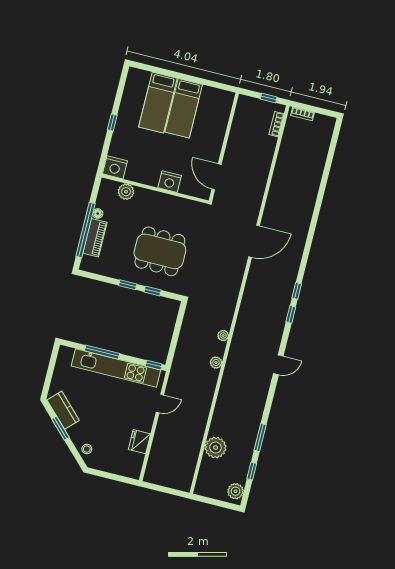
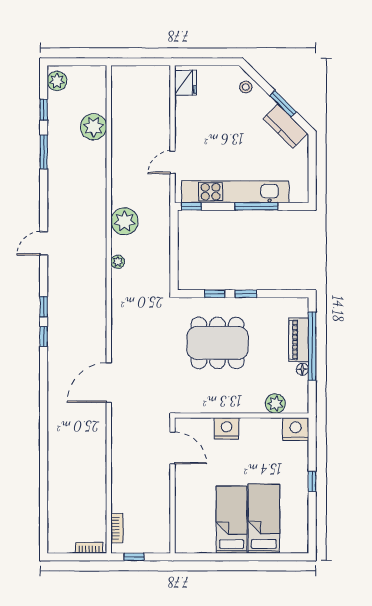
plant: (216, 363) -> (125, 221), width x1.87, depth x1.87
fridge: (139, 442) -> (186, 83), moved

